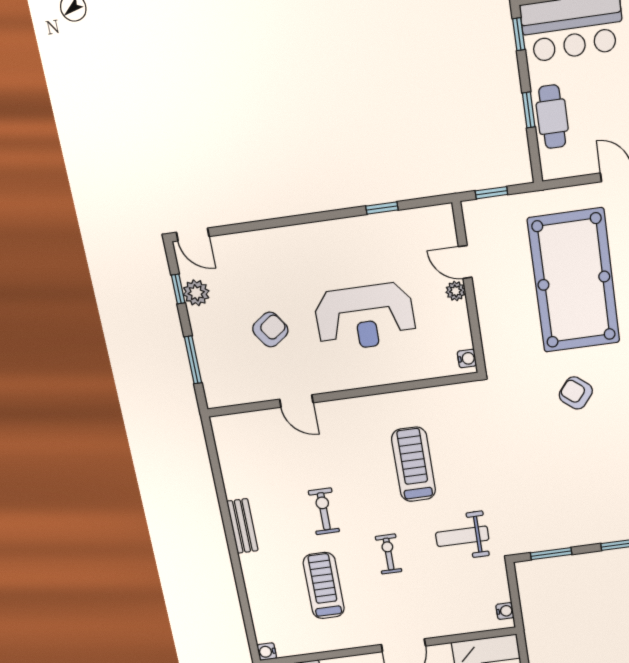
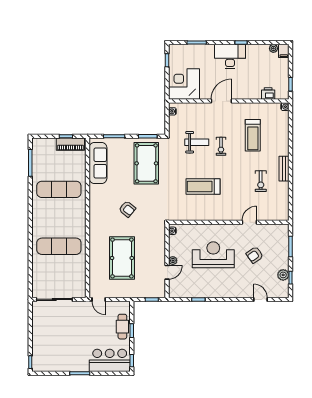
door: (193, 234) -> (260, 299), moved
door: (465, 262) -> (167, 272), hinge flipped
pool table: (574, 281) -> (122, 258), width x0.73, depth x0.76
door: (296, 401) -> (249, 222), hinge flipped
treadmill: (414, 464) -> (203, 187), turned 90
pool table: (546, 497) -> (146, 163), added
exercise bike: (324, 511) -> (261, 181), moved
weight bench: (462, 536) -> (197, 142), moved

